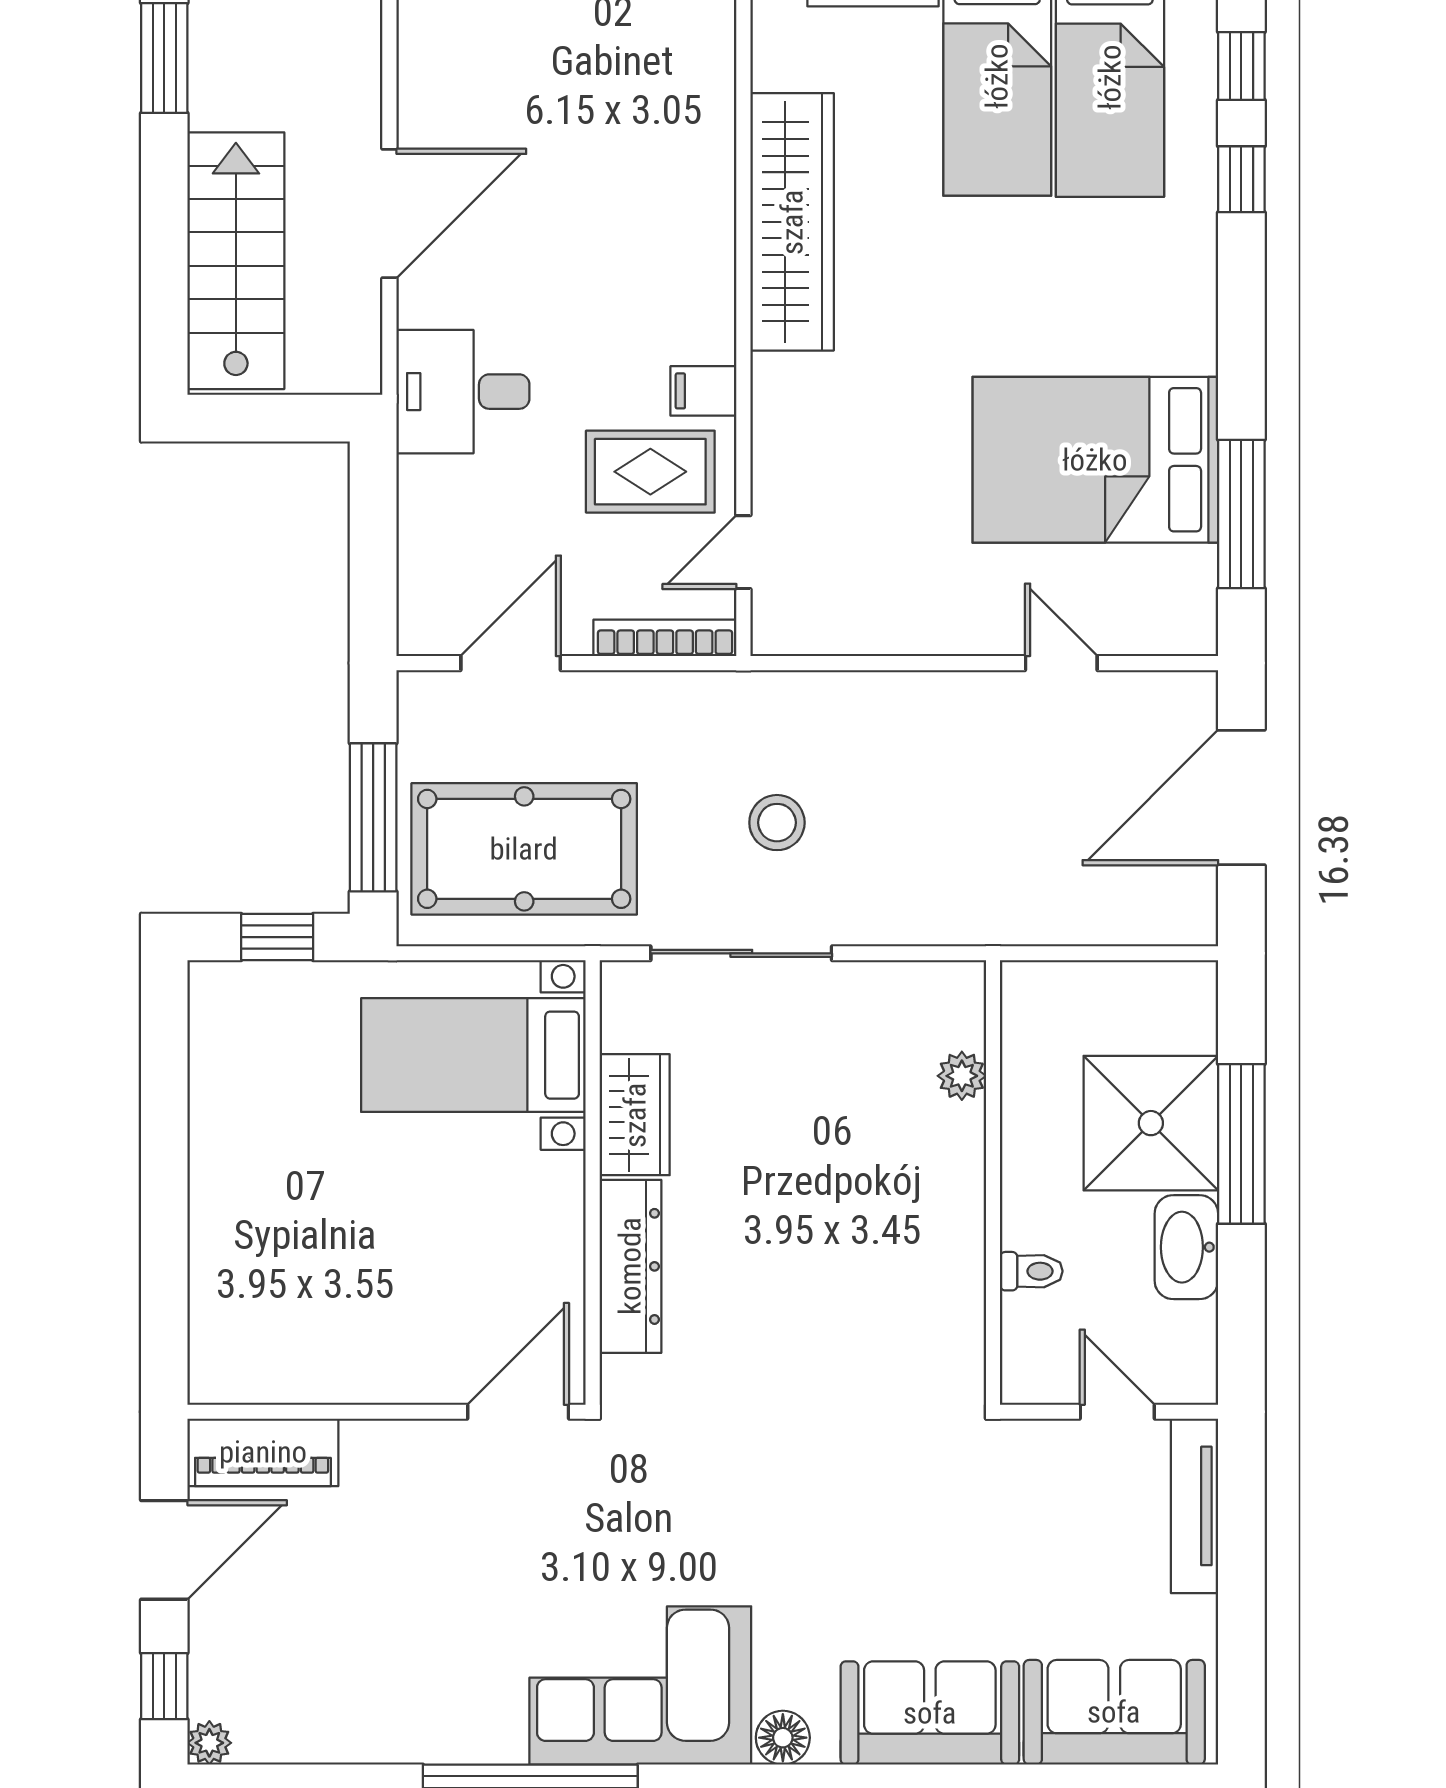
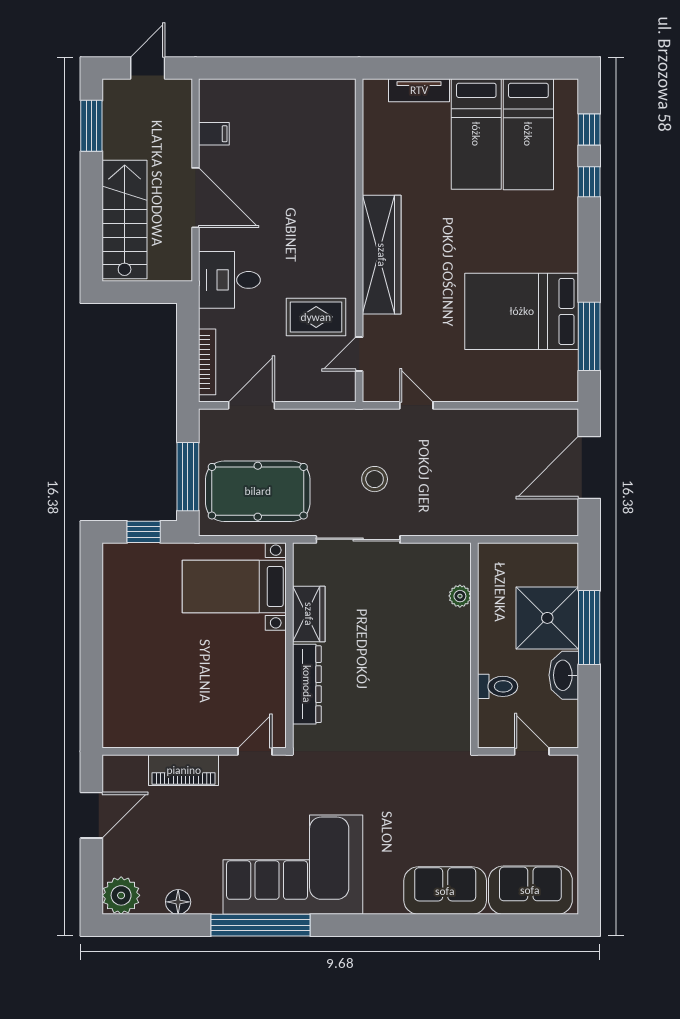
door: (389, 214) -> (195, 198), hinge flipped
wardrobe: (792, 222) -> (382, 255), moved
filing cabinet: (703, 391) -> (214, 134), moved, turned 180
bookcase: (665, 638) -> (207, 362), moved, turned 90
door: (1061, 663) -> (416, 405), moved
toilet: (1031, 1271) -> (498, 686), width x1.37, depth x1.39
door: (518, 1412) -> (255, 751), width x0.73
piano: (263, 1452) -> (184, 770), moved
tv unit: (1195, 1506) -> (568, 795), removed
corner sofa: (640, 1685) -> (293, 865), width x1.36, depth x1.36
window: (164, 1686) -> (91, 878), removed
floor lamp: (783, 1738) -> (178, 902), moved
plant: (209, 1743) -> (121, 895), width x1.88, depth x1.88

